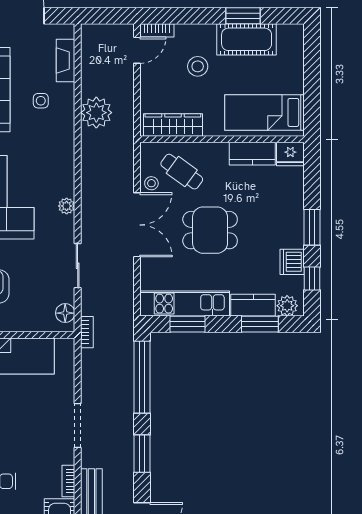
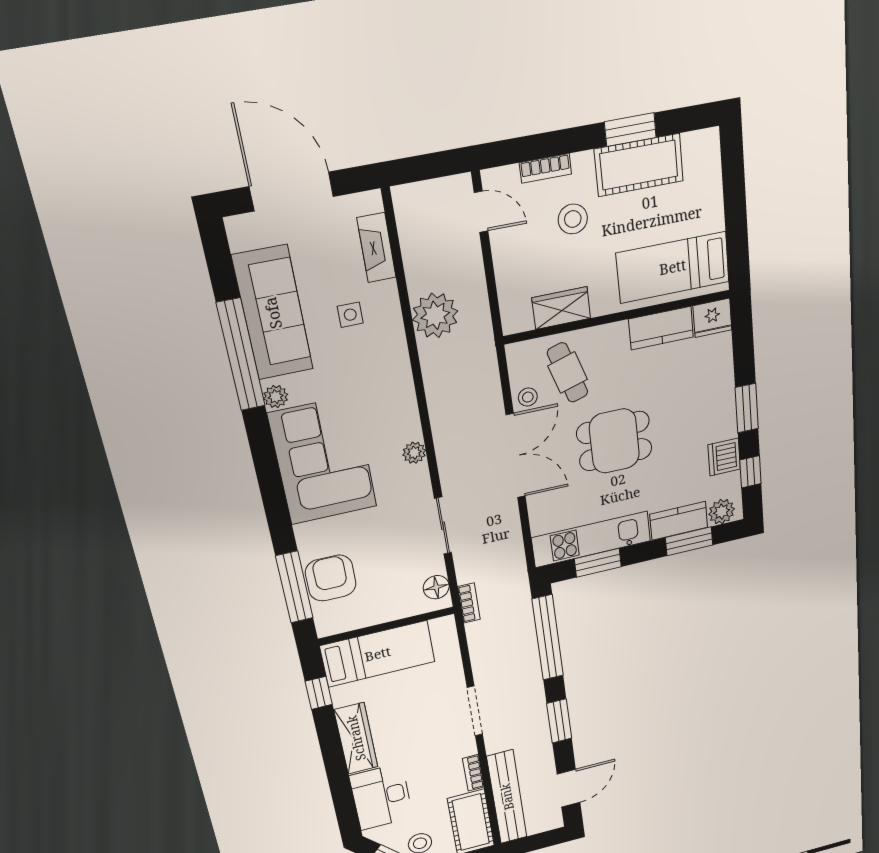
bookcase: (157, 30) -> (545, 168), moved
door: (137, 50) -> (481, 212), hinge flipped
wardrobe: (173, 125) -> (561, 308), width x0.67
cafe table: (182, 172) -> (568, 373), turned 37

